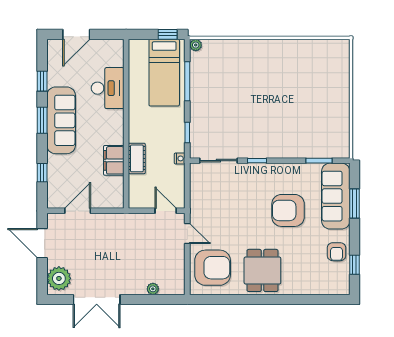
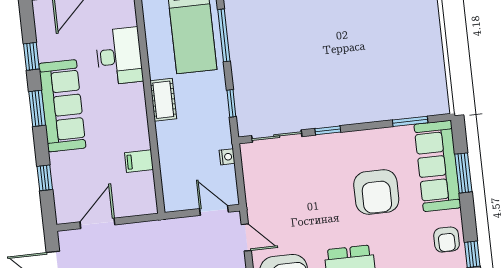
cot: (137, 158) -> (163, 100), moved
nightstand: (180, 158) -> (227, 157), moved
filing cabinet: (114, 160) -> (139, 161), width x0.50
armchair: (288, 210) -> (376, 192), turned -90

